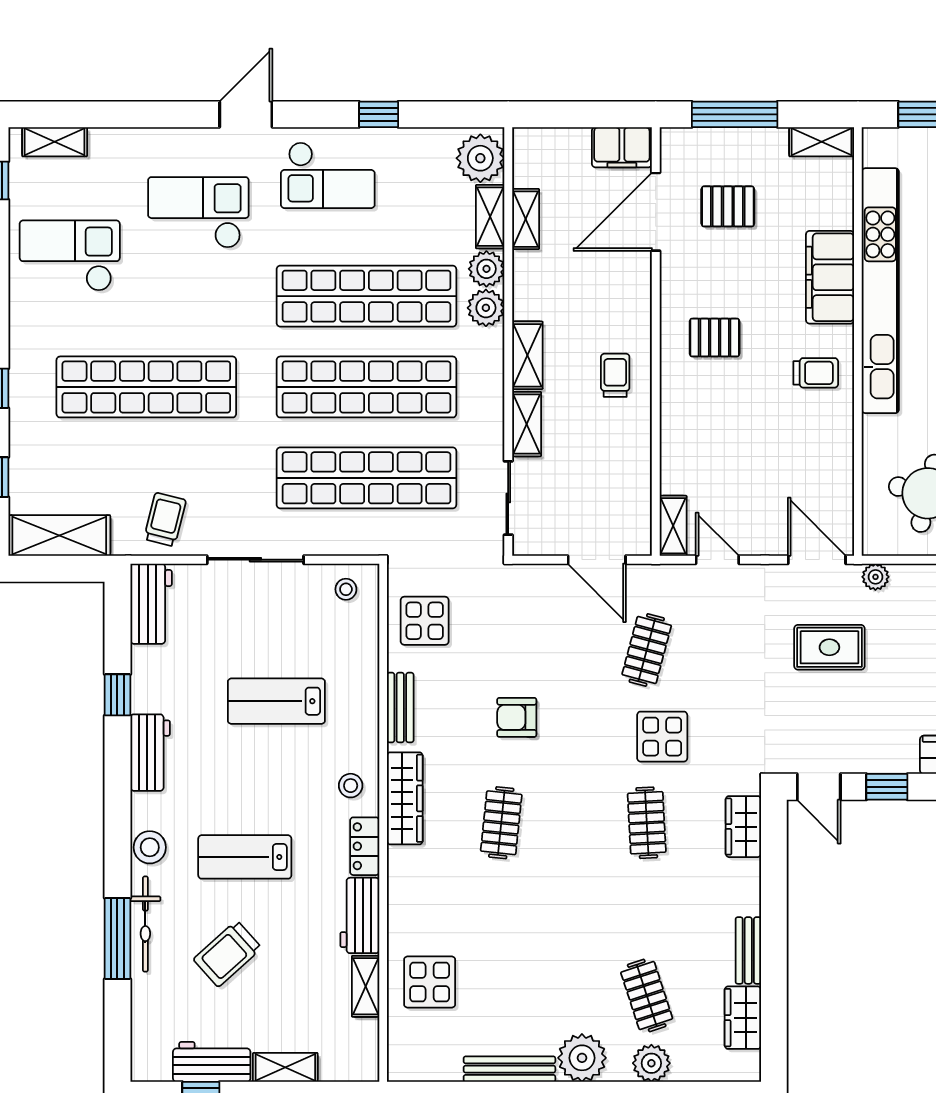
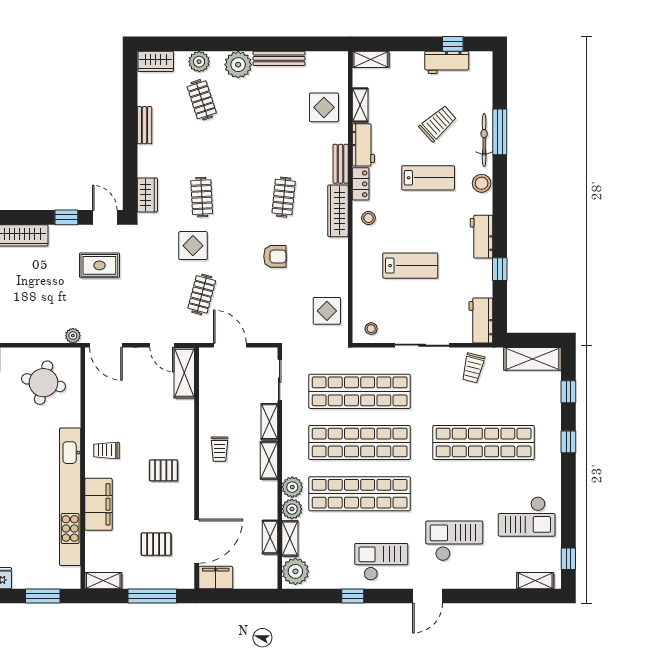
checkout: (198, 212) -> (454, 541), turned 180
shelving: (673, 526) -> (184, 373), width x1.50, depth x1.33
rug: (829, 647) -> (99, 265), moved
bench: (400, 708) -> (341, 164), moved
wardrobe: (743, 1018) -> (156, 61), moved, turned 90
shelving: (285, 1067) -> (371, 59), moved

